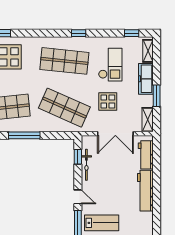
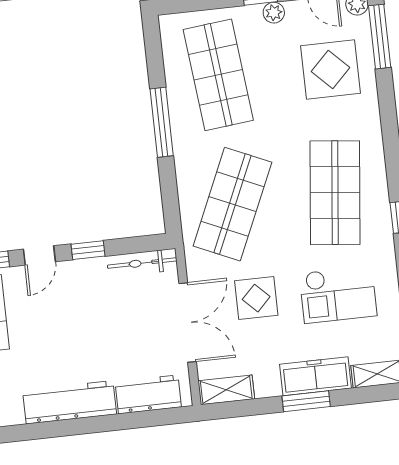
window: (157, 96) -> (306, 401), moved
double door: (115, 134) -> (188, 323), swing flipped
window: (78, 157) -> (88, 250), moved
bicycle: (86, 165) -> (142, 263), moved

